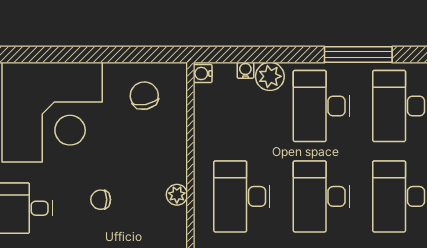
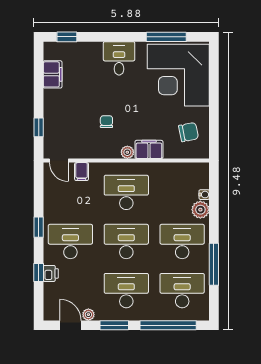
water cooler: (203, 73) -> (202, 168), removed
filing cabinet: (172, 160) -> (149, 149), added
chair: (101, 200) -> (106, 122), moved

